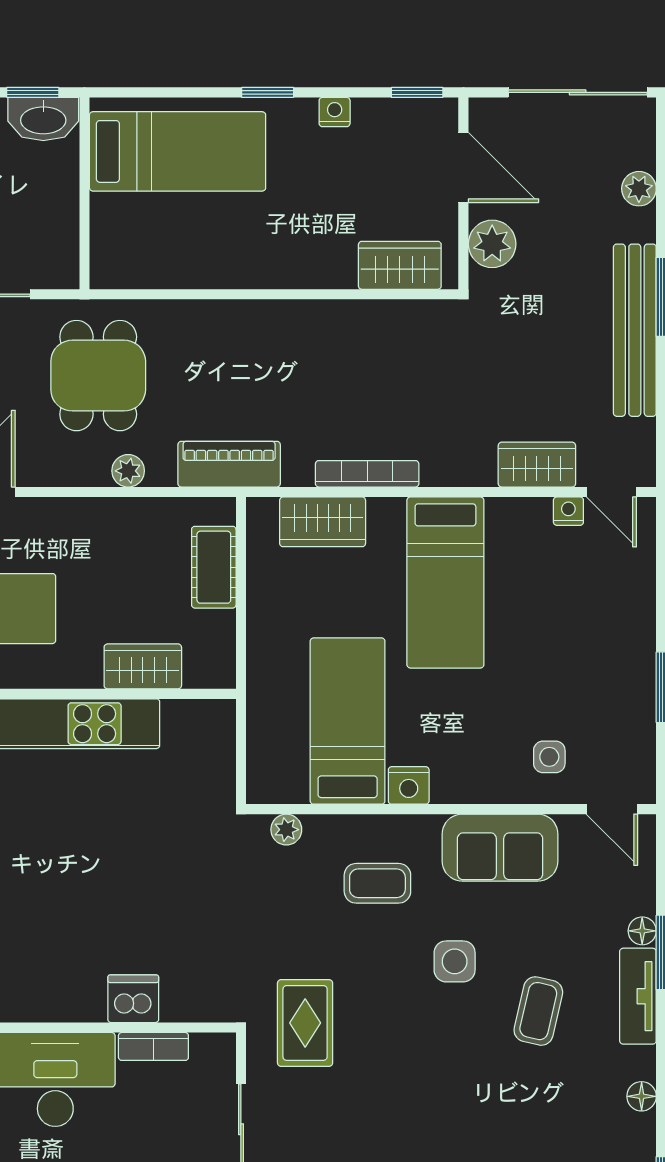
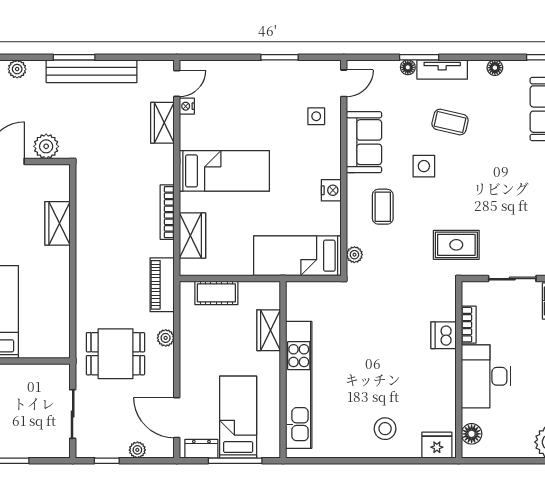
wardrobe: (400, 265) -> (57, 223), moved
bed: (348, 721) -> (297, 256), moved

